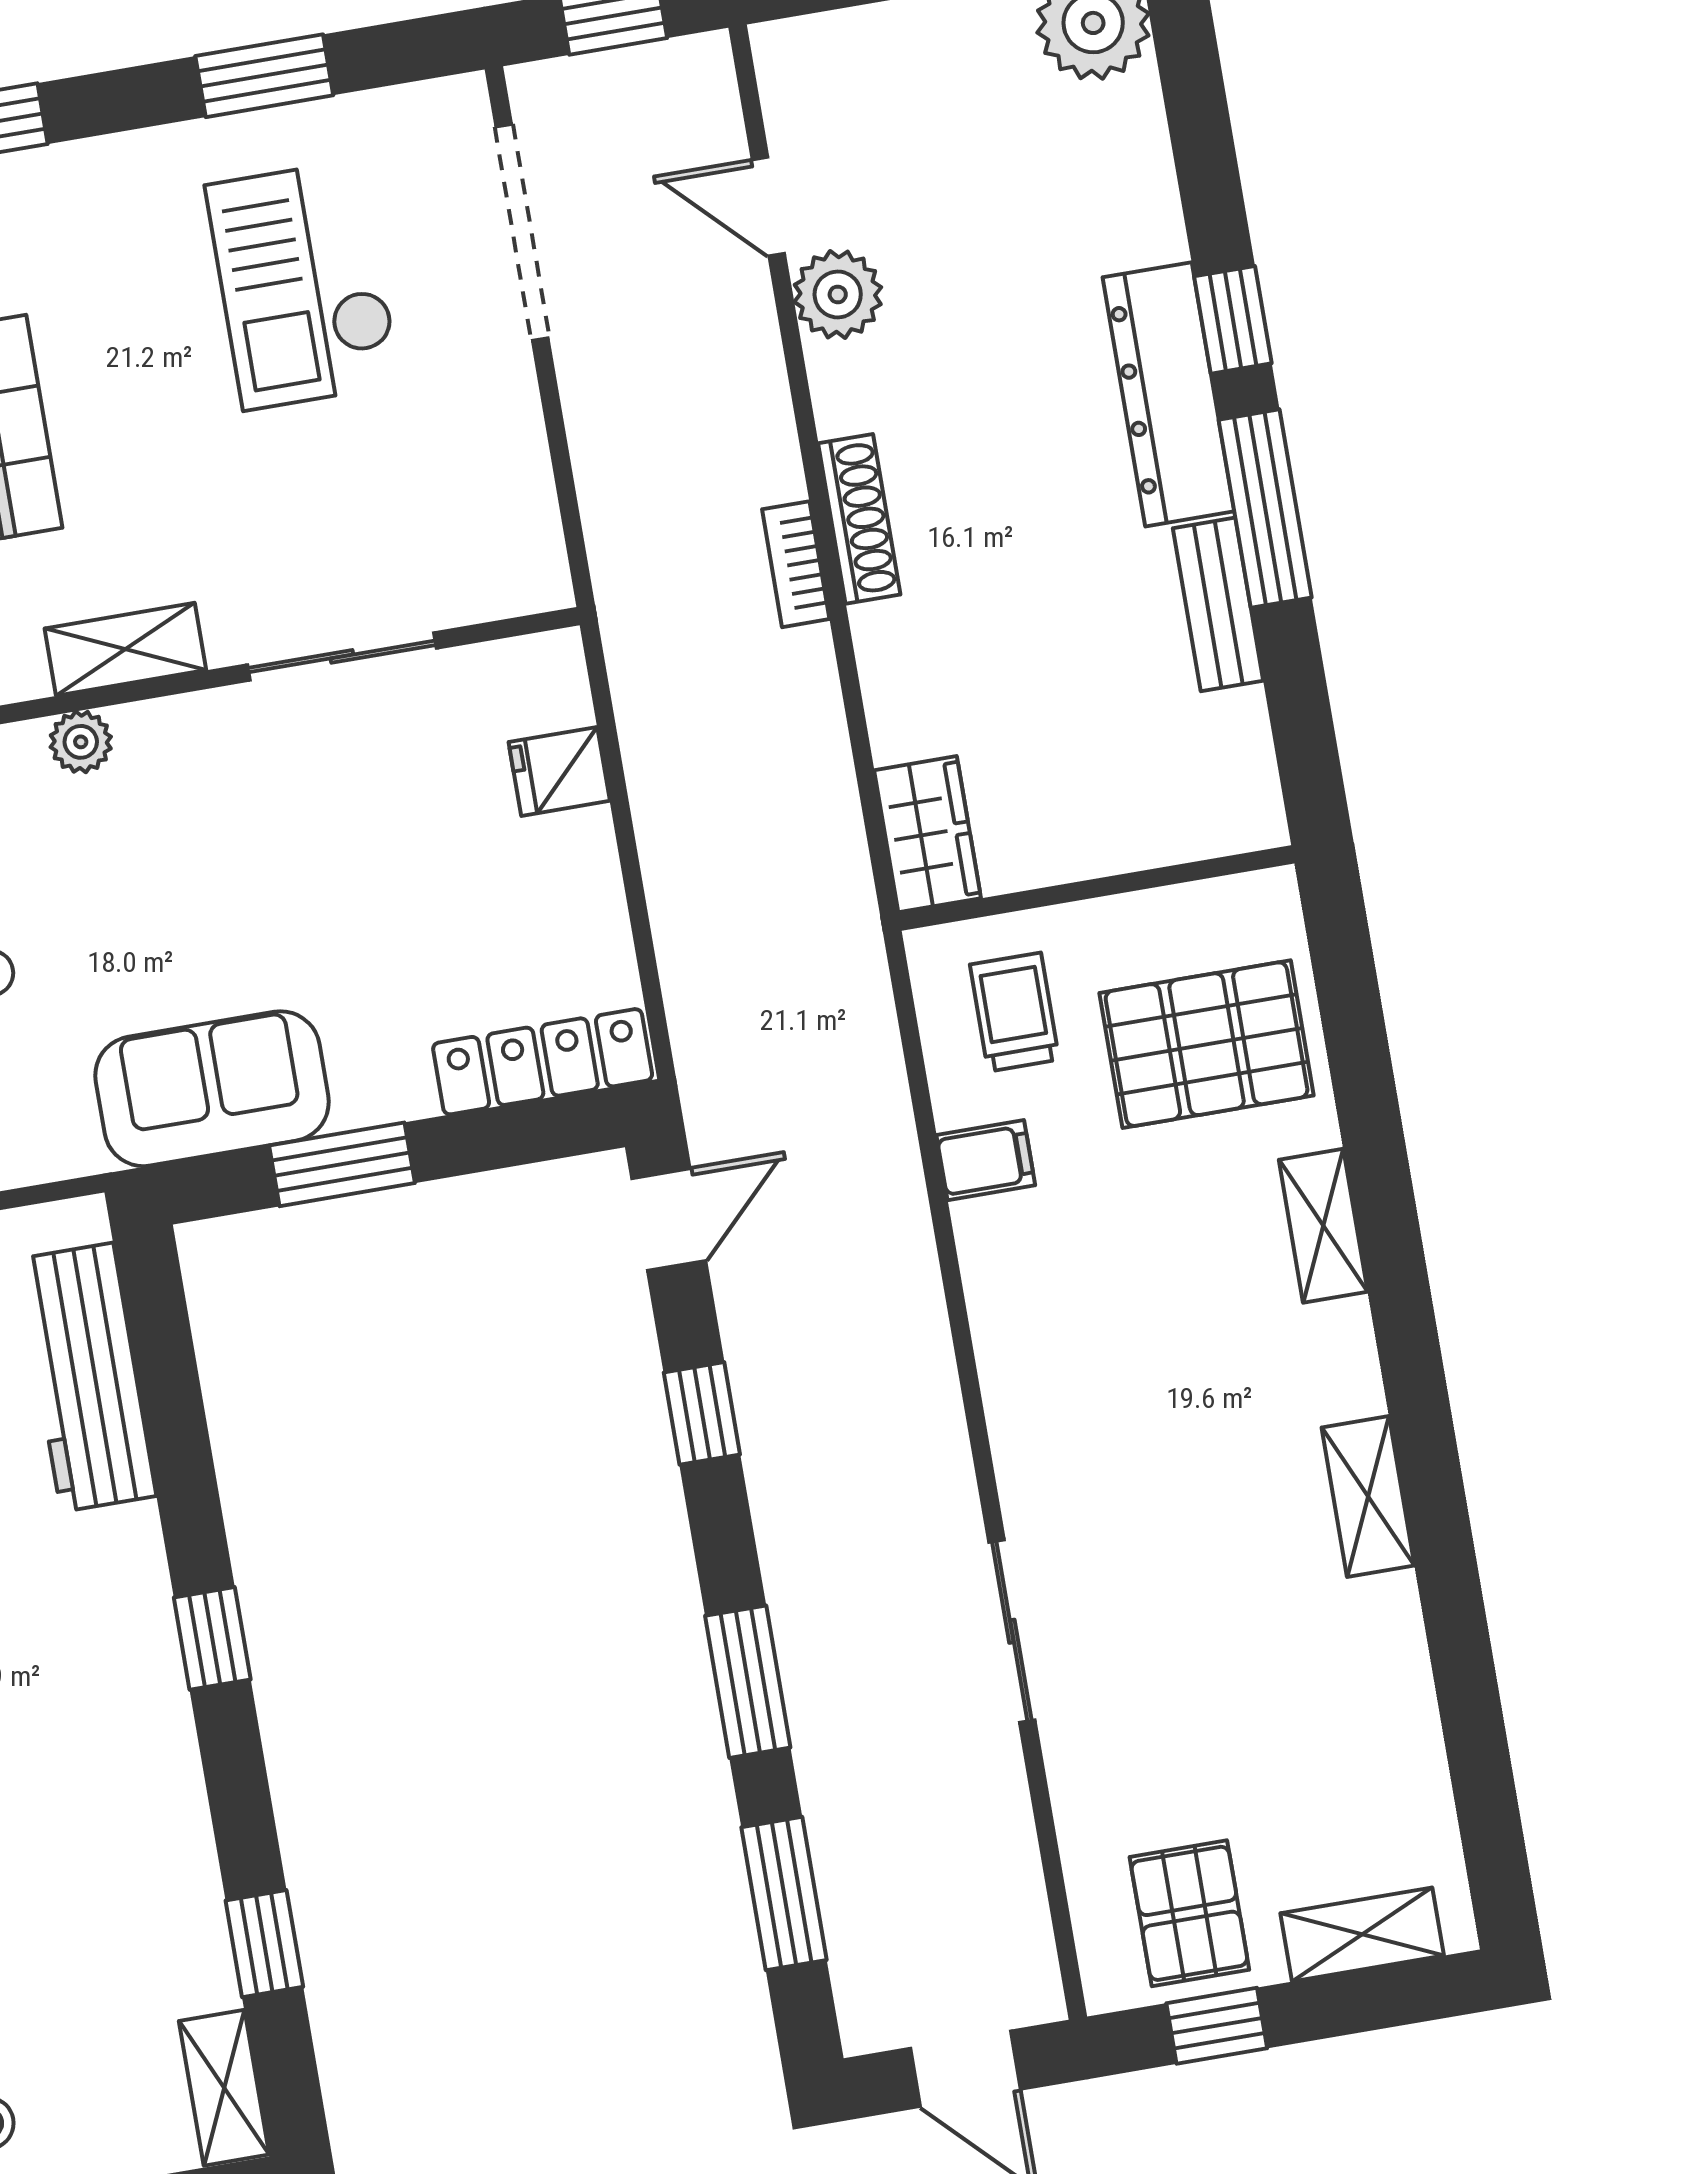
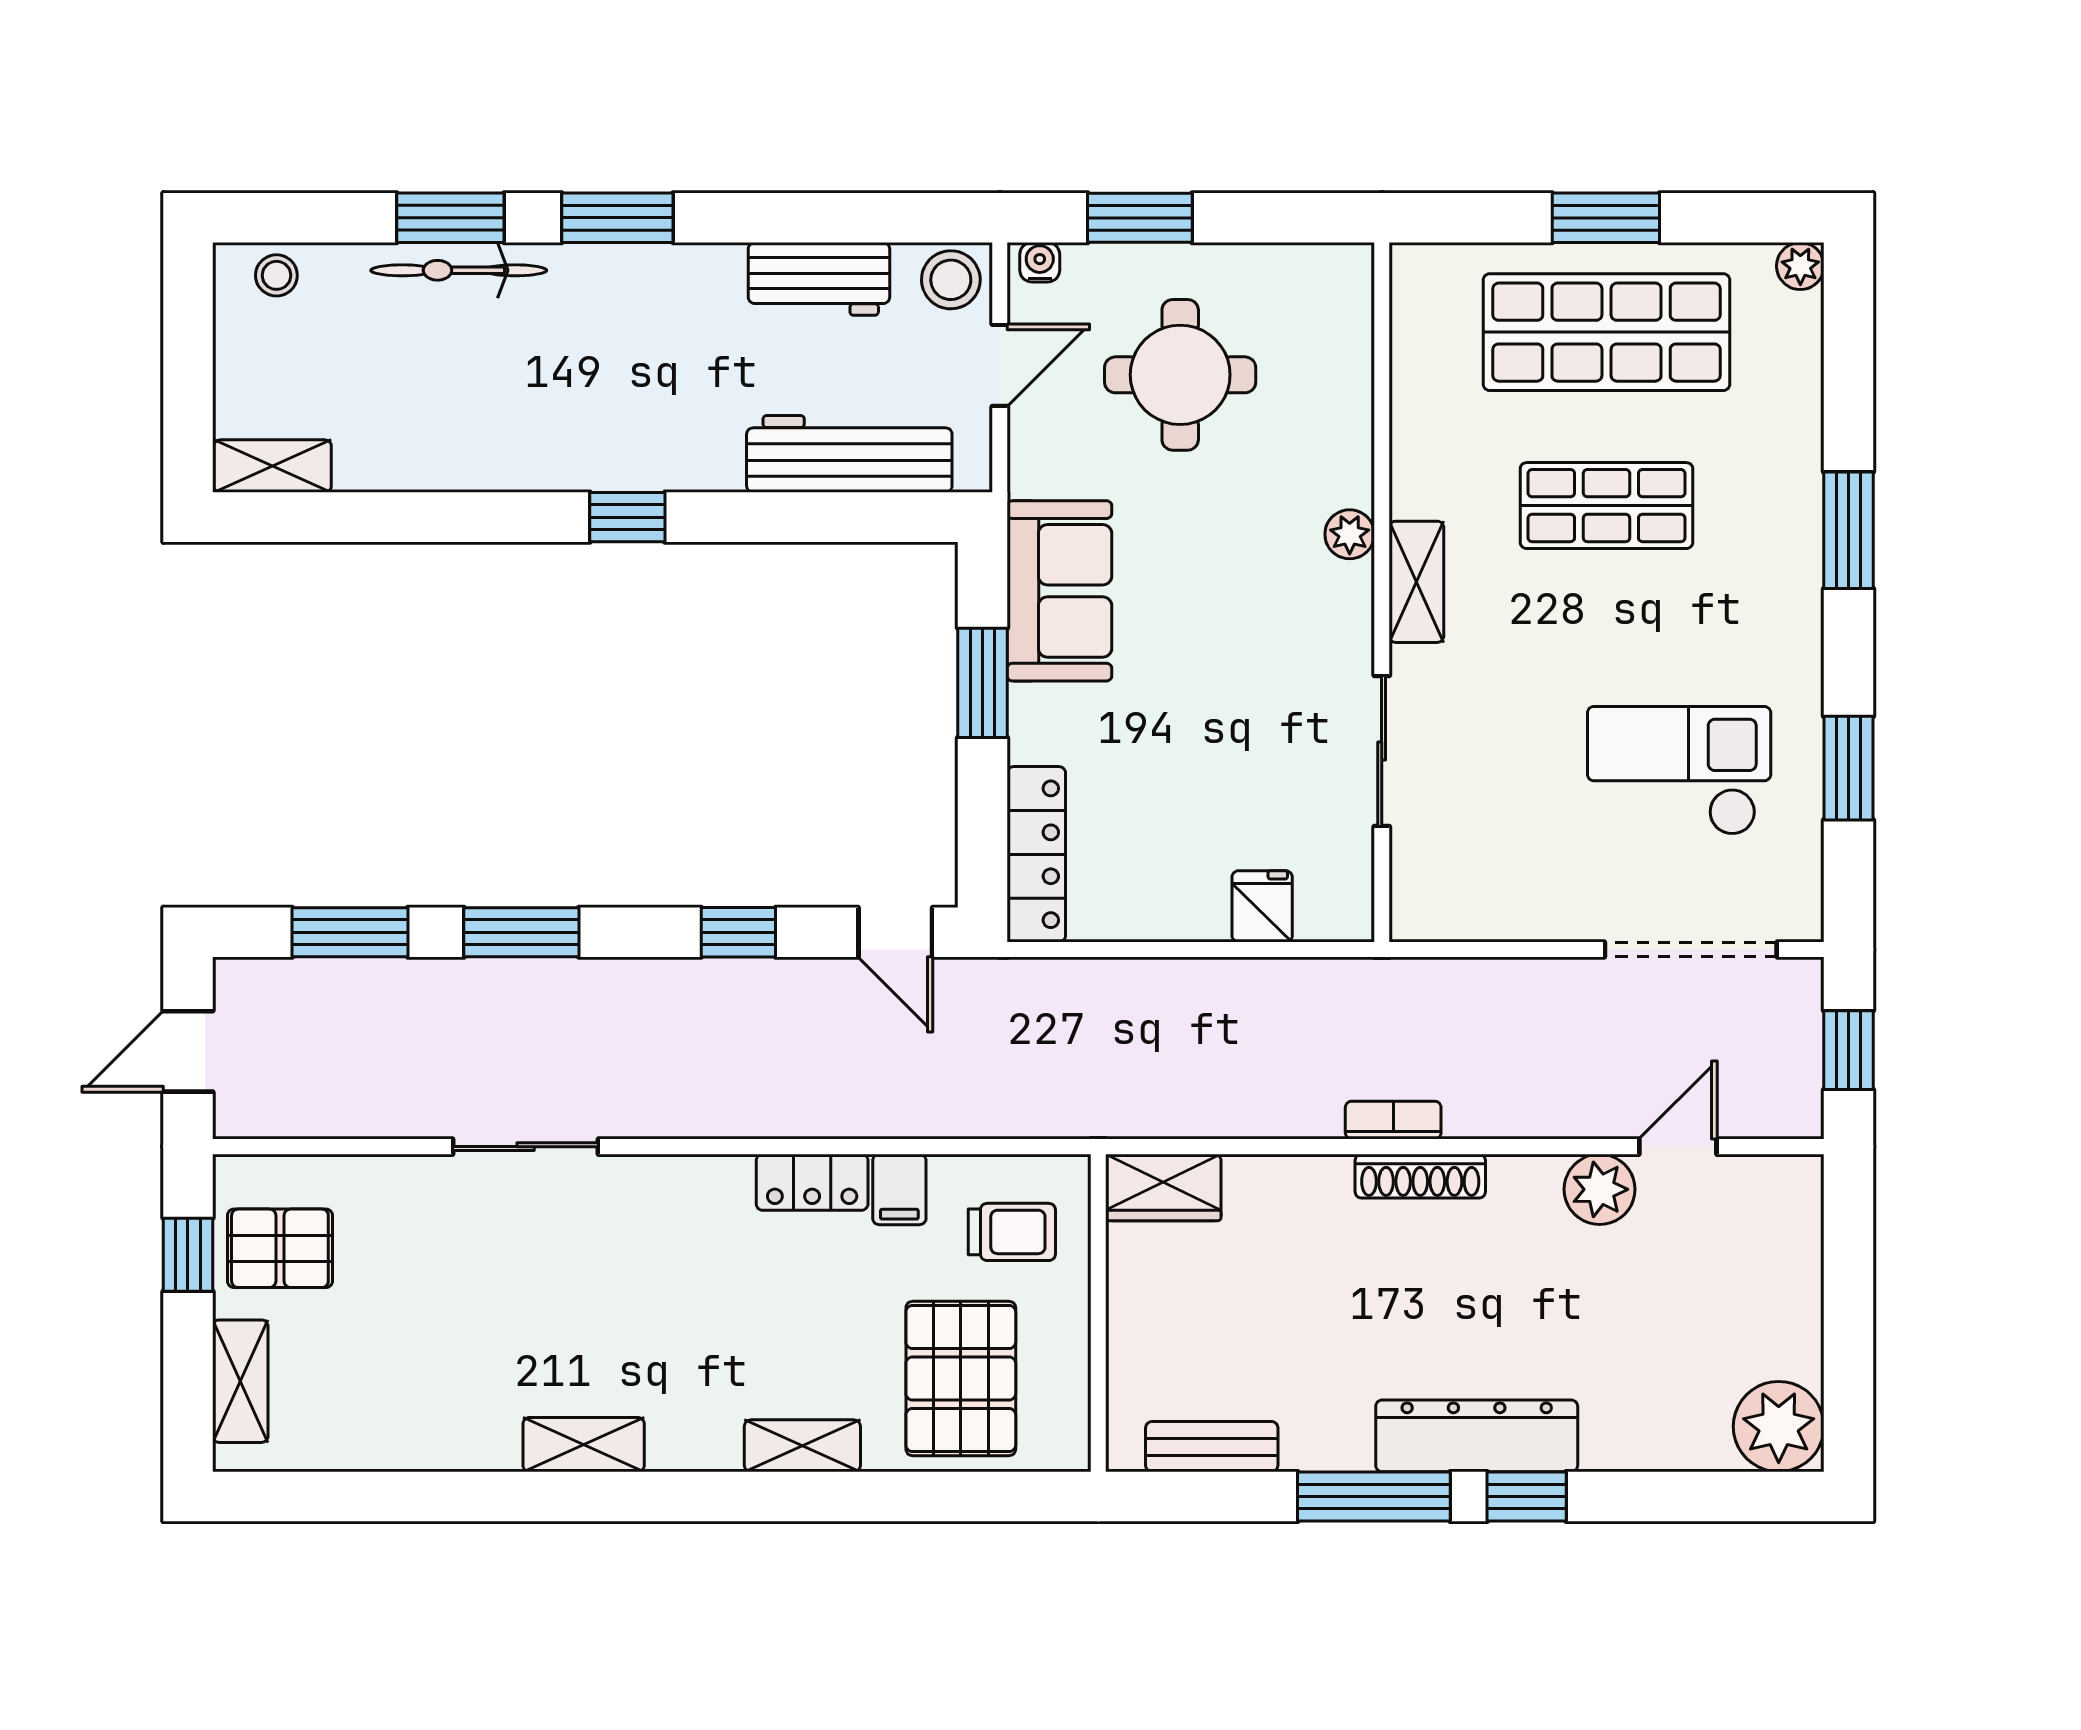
bench: (1218, 604) -> (1212, 1447), moved
locker: (995, 1270) -> (812, 1182), added
window: (264, 1944) -> (380, 517), removed

